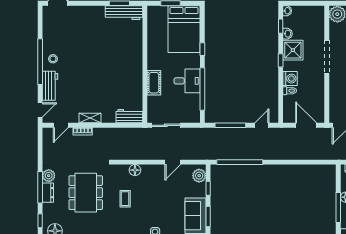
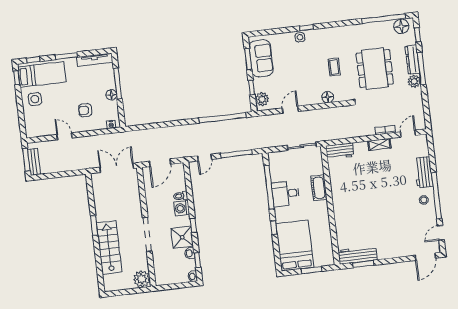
door: (40, 110) -> (441, 233), moved
door: (306, 125) -> (160, 163), hinge flipped
dresser: (48, 193) -> (412, 60), width x1.44

